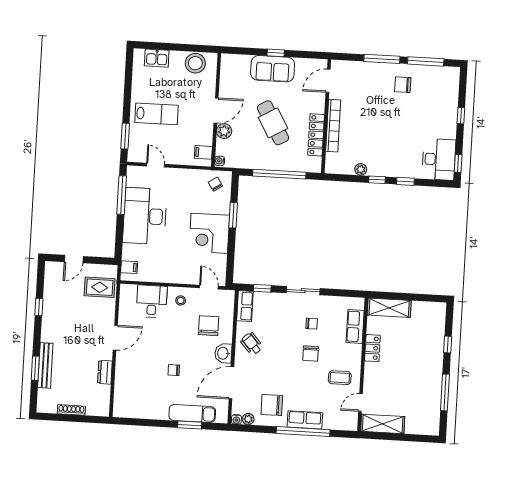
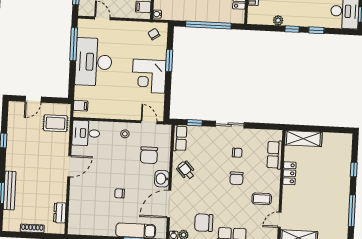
desk: (152, 301) -> (86, 133), moved, turned -90
chair: (209, 326) -> (149, 155), turned 180
dresser: (105, 372) -> (60, 213), moved

